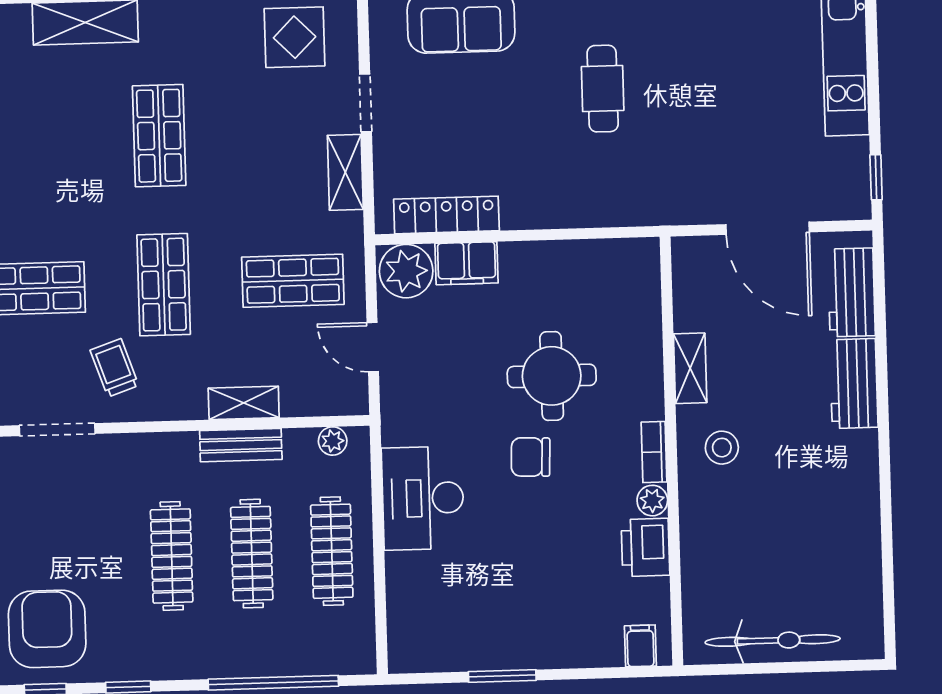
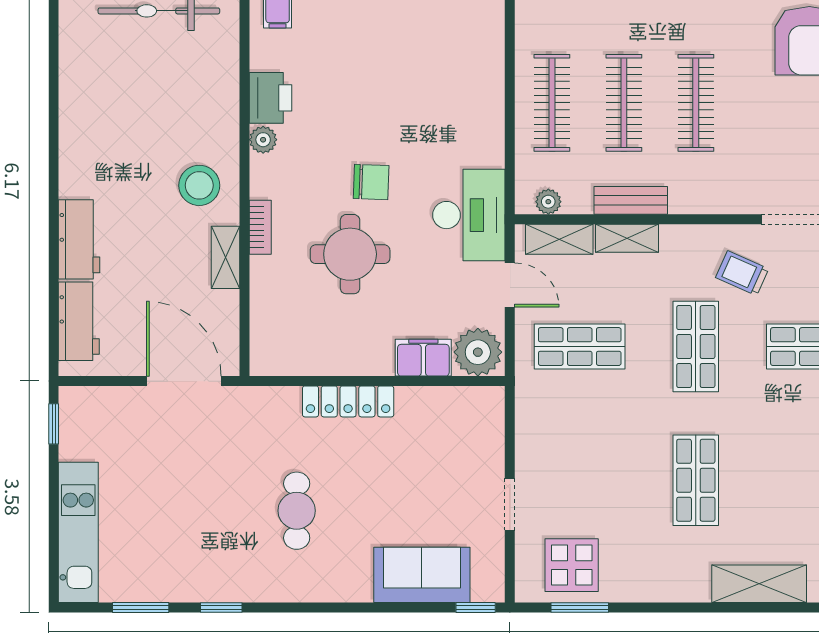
shelving: (345, 172) -> (559, 239), moved, turned 90
locker: (446, 215) -> (348, 401), moved
door: (768, 228) -> (184, 381), moved
trolley: (114, 368) -> (742, 273), turned 133
stool: (722, 448) -> (199, 185), width x1.38, depth x1.38
bookcase: (654, 452) -> (260, 227), moved
desk: (423, 498) -> (469, 215), moved

